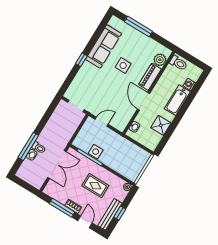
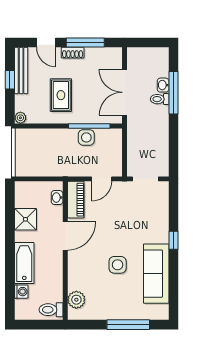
piano: (150, 77) -> (76, 200), moved
door: (143, 101) -> (65, 236), hinge flipped
rug: (95, 186) -> (61, 95), turned 90

